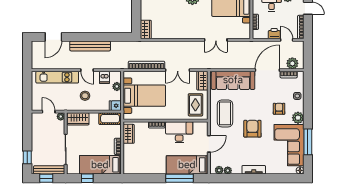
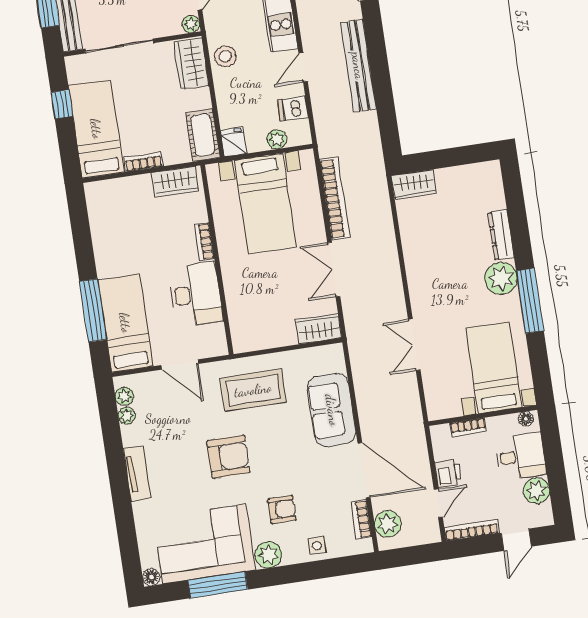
sofa: (233, 80) -> (332, 410), width x0.73
stool: (85, 96) -> (225, 56), moved
rug: (195, 105) -> (263, 321), removed

